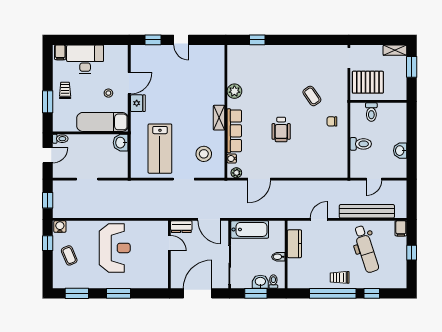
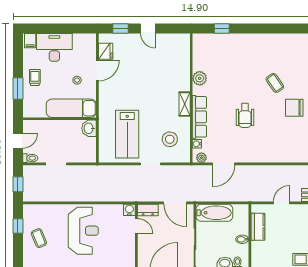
fridge: (138, 103) -> (106, 51), moved
chair: (332, 121) -> (294, 108), width x1.87, depth x1.87
toilet: (60, 139) -> (30, 158), moved
water cooler: (60, 227) -> (129, 210), moved

